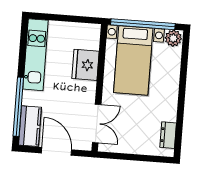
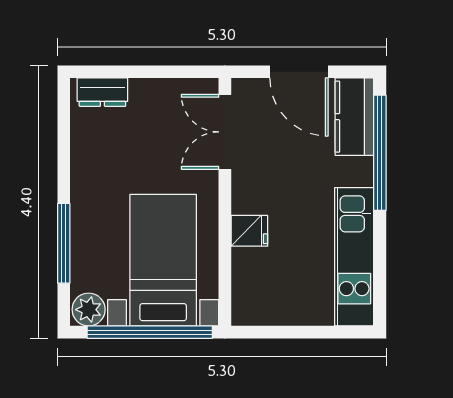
fridge: (85, 65) -> (249, 231), width x0.53, depth x0.75
window: (183, 73) -> (64, 243), added
dresser: (168, 135) -> (102, 92), moved, turned 90

